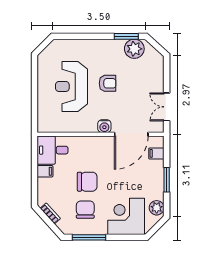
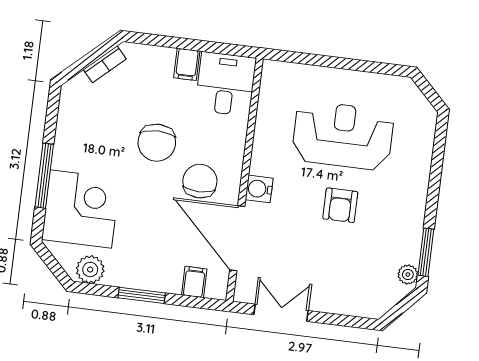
plant: (134, 49) -> (408, 275), width x0.53, depth x0.53
chair: (85, 210) -> (200, 181), moved, turned -90
window: (89, 237) -> (44, 176), moved

